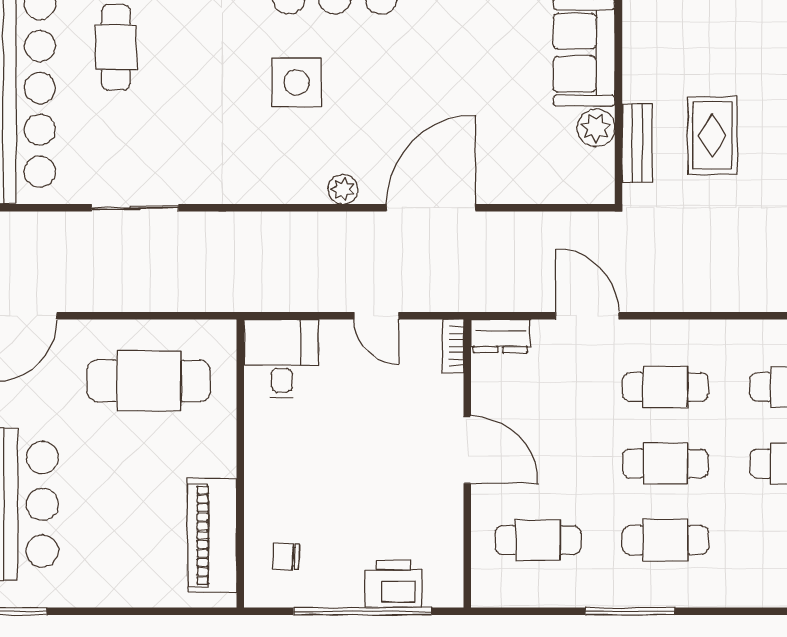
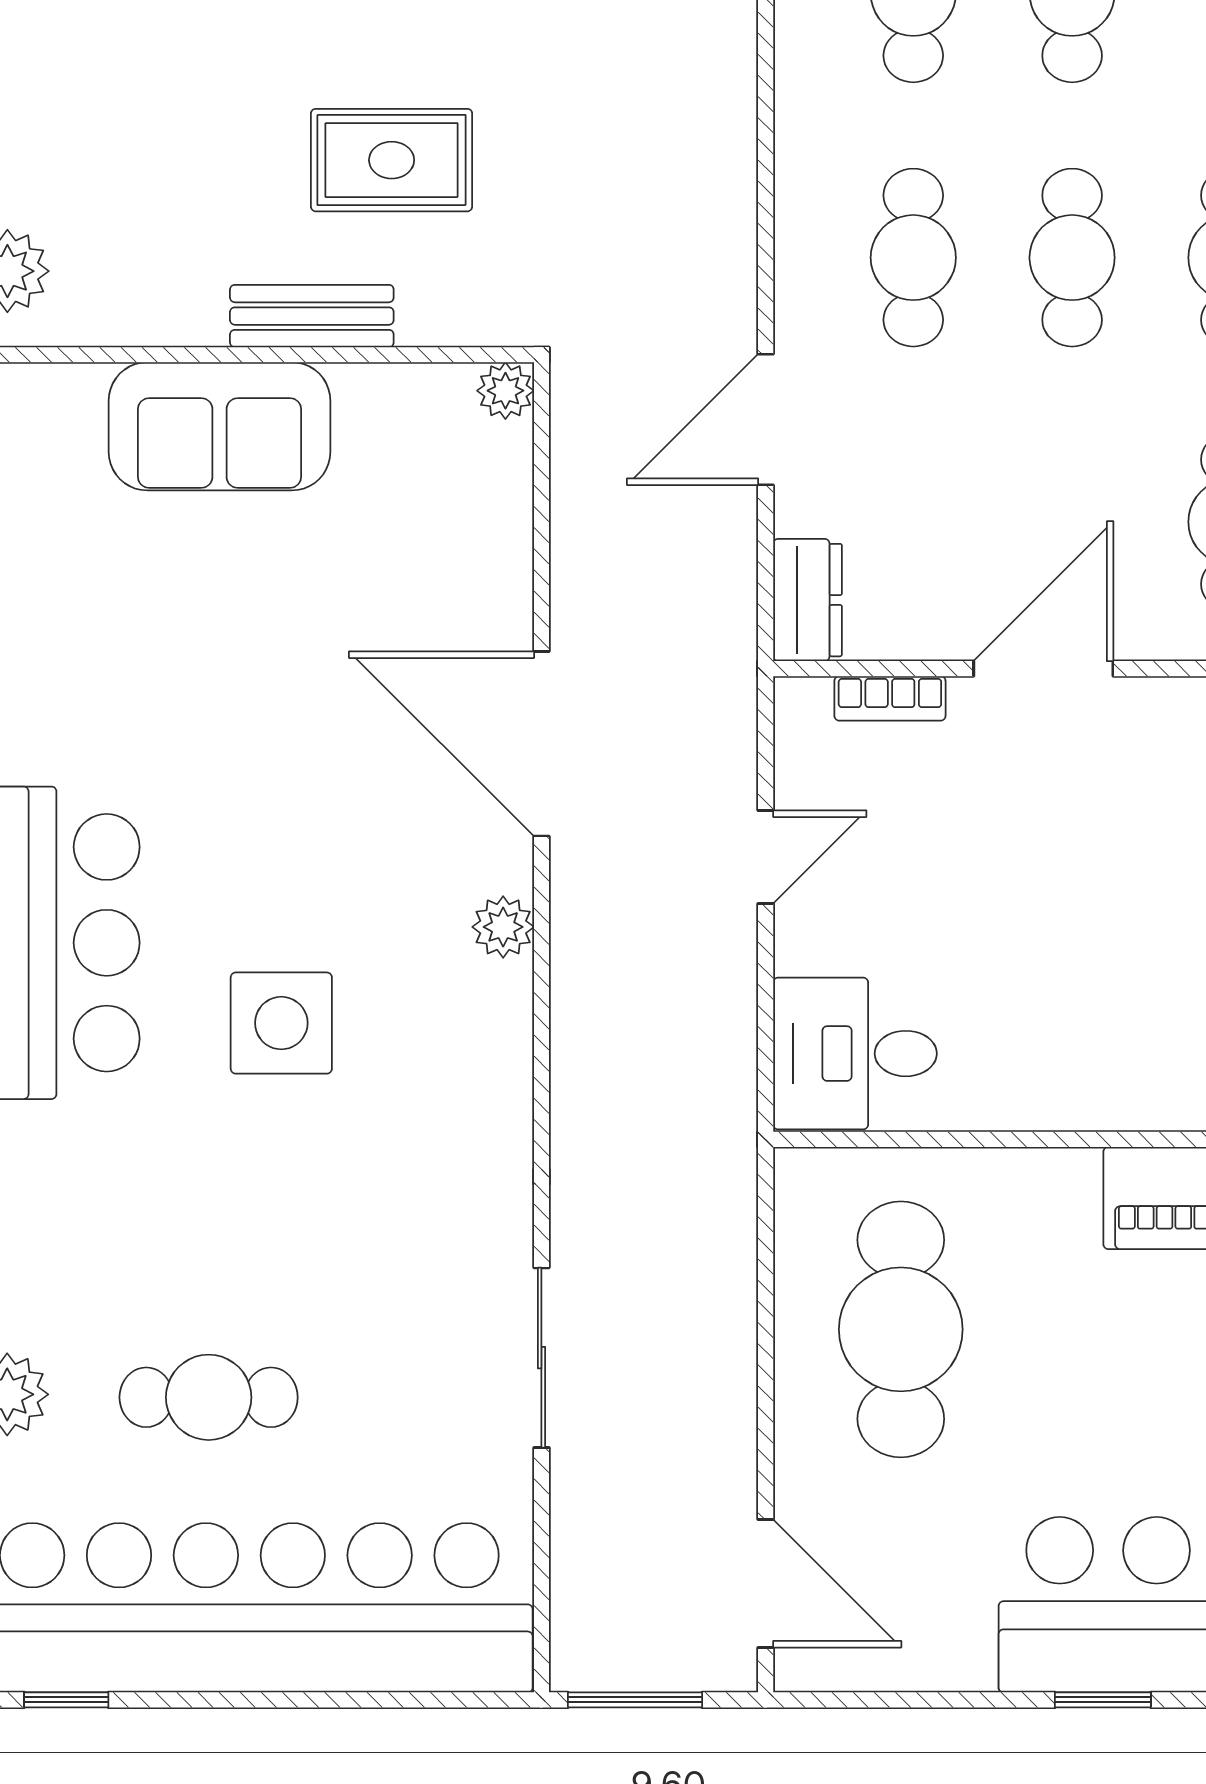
plant: (596, 128) -> (505, 391), moved, width x0.73, depth x0.73
bench: (637, 143) -> (312, 316), moved
bookcase: (453, 346) -> (890, 698), moved

